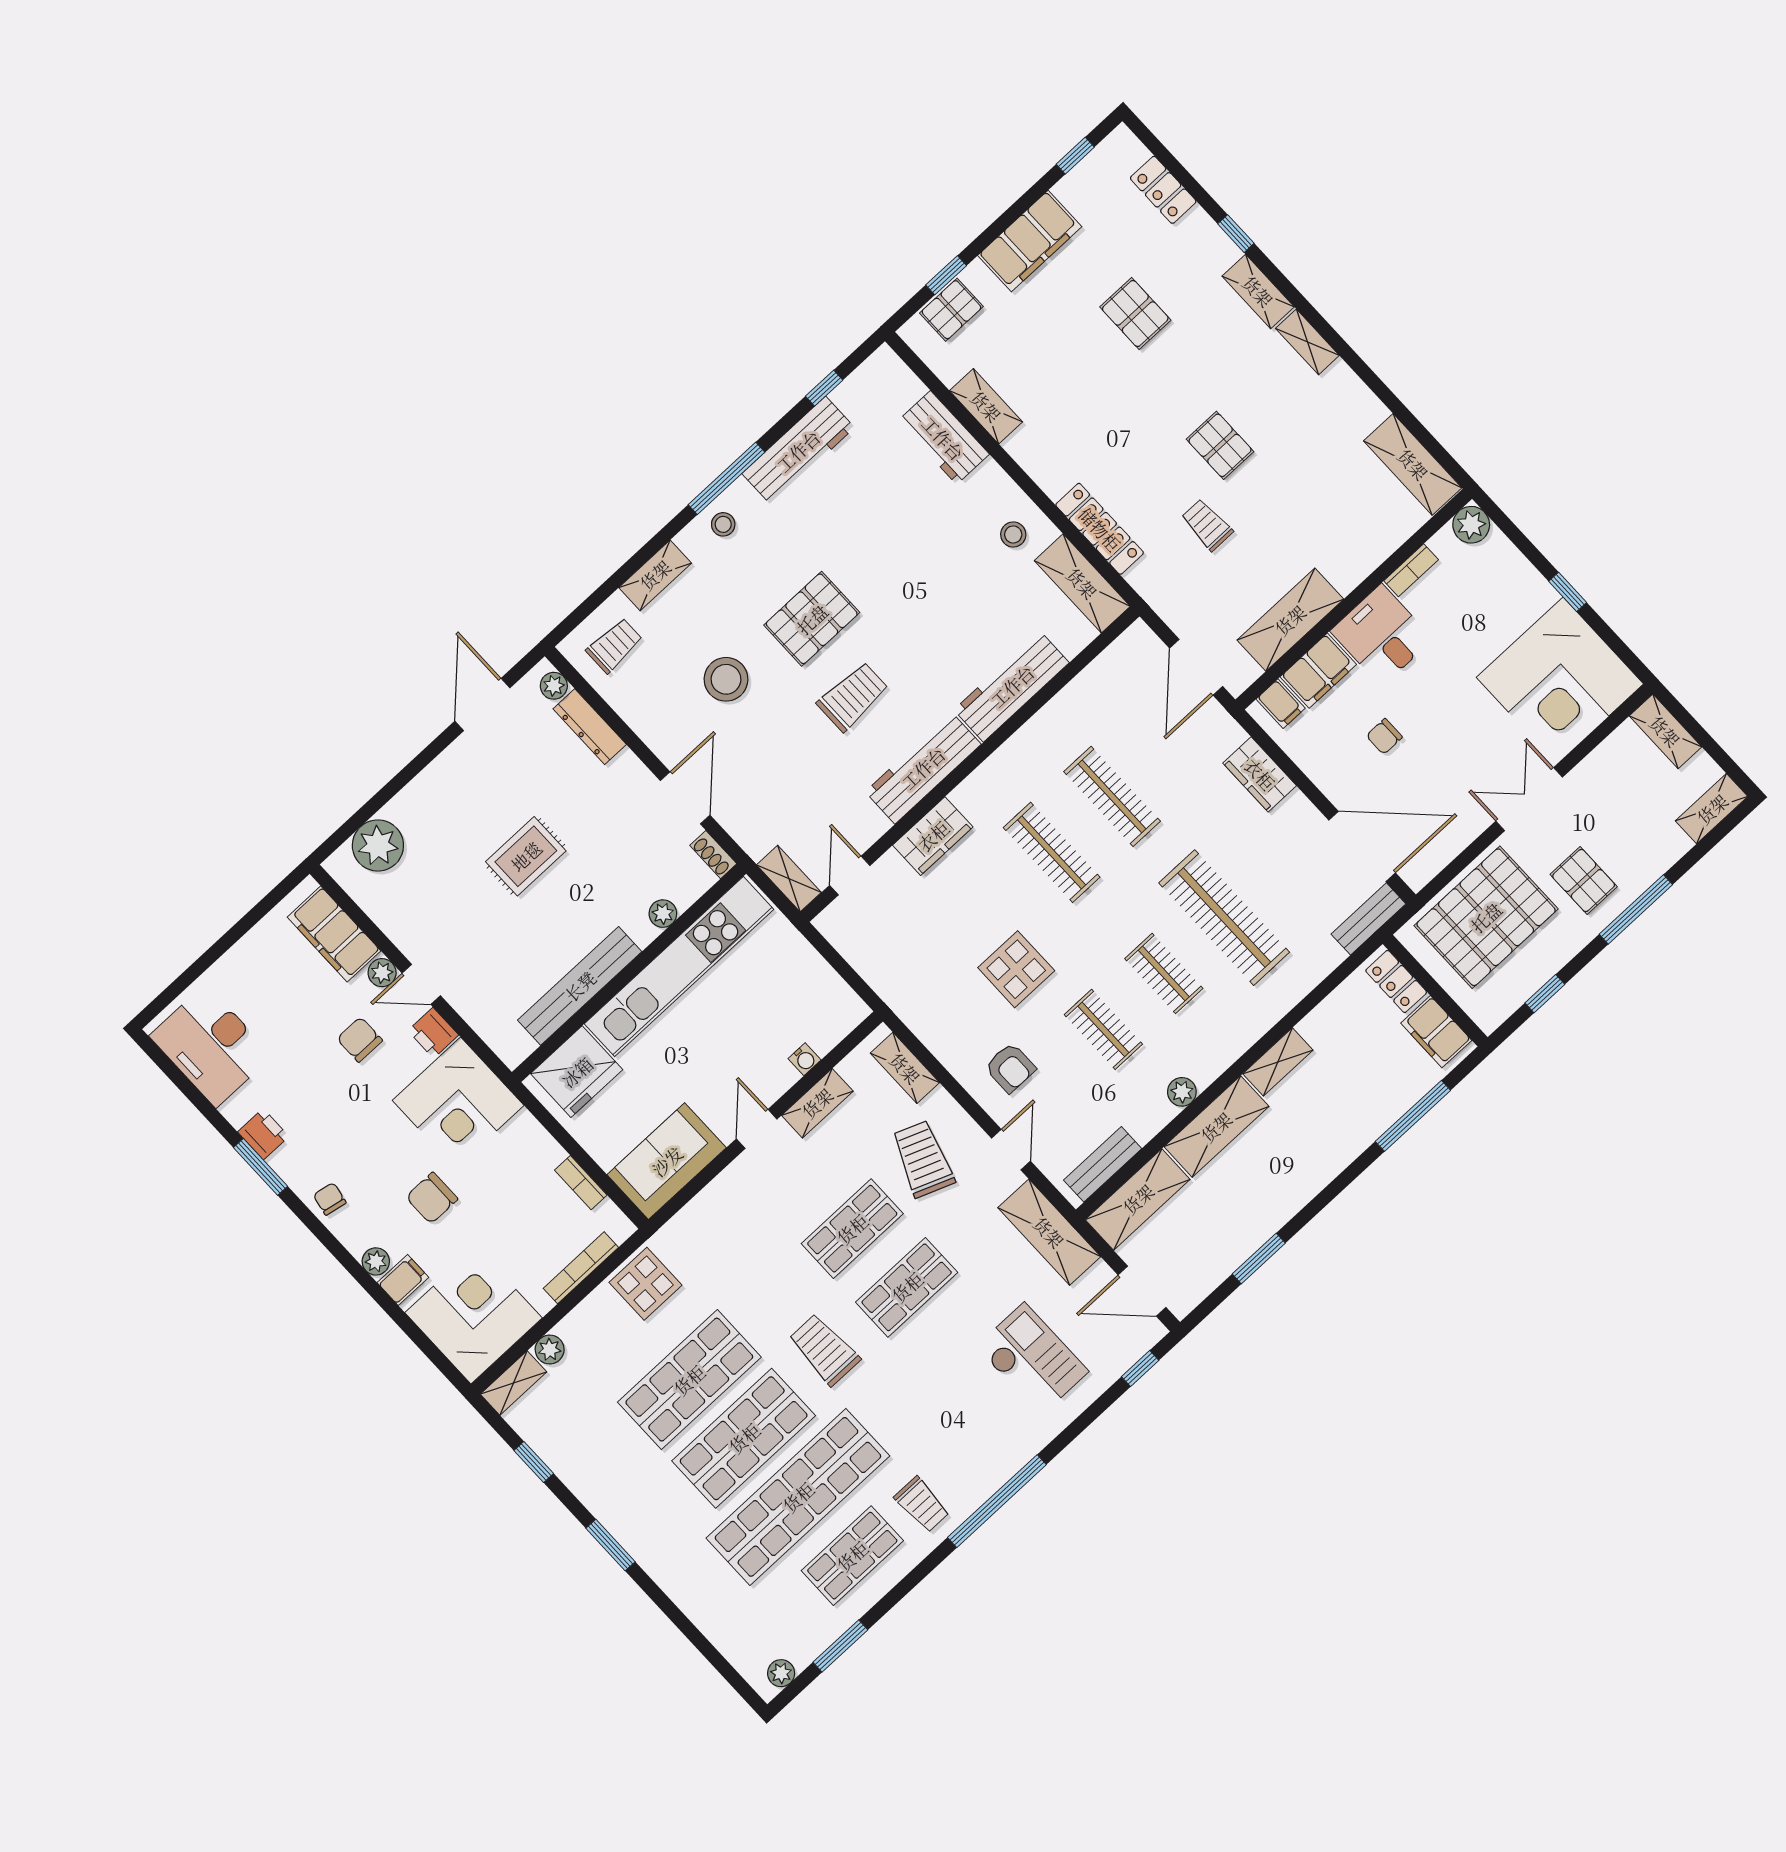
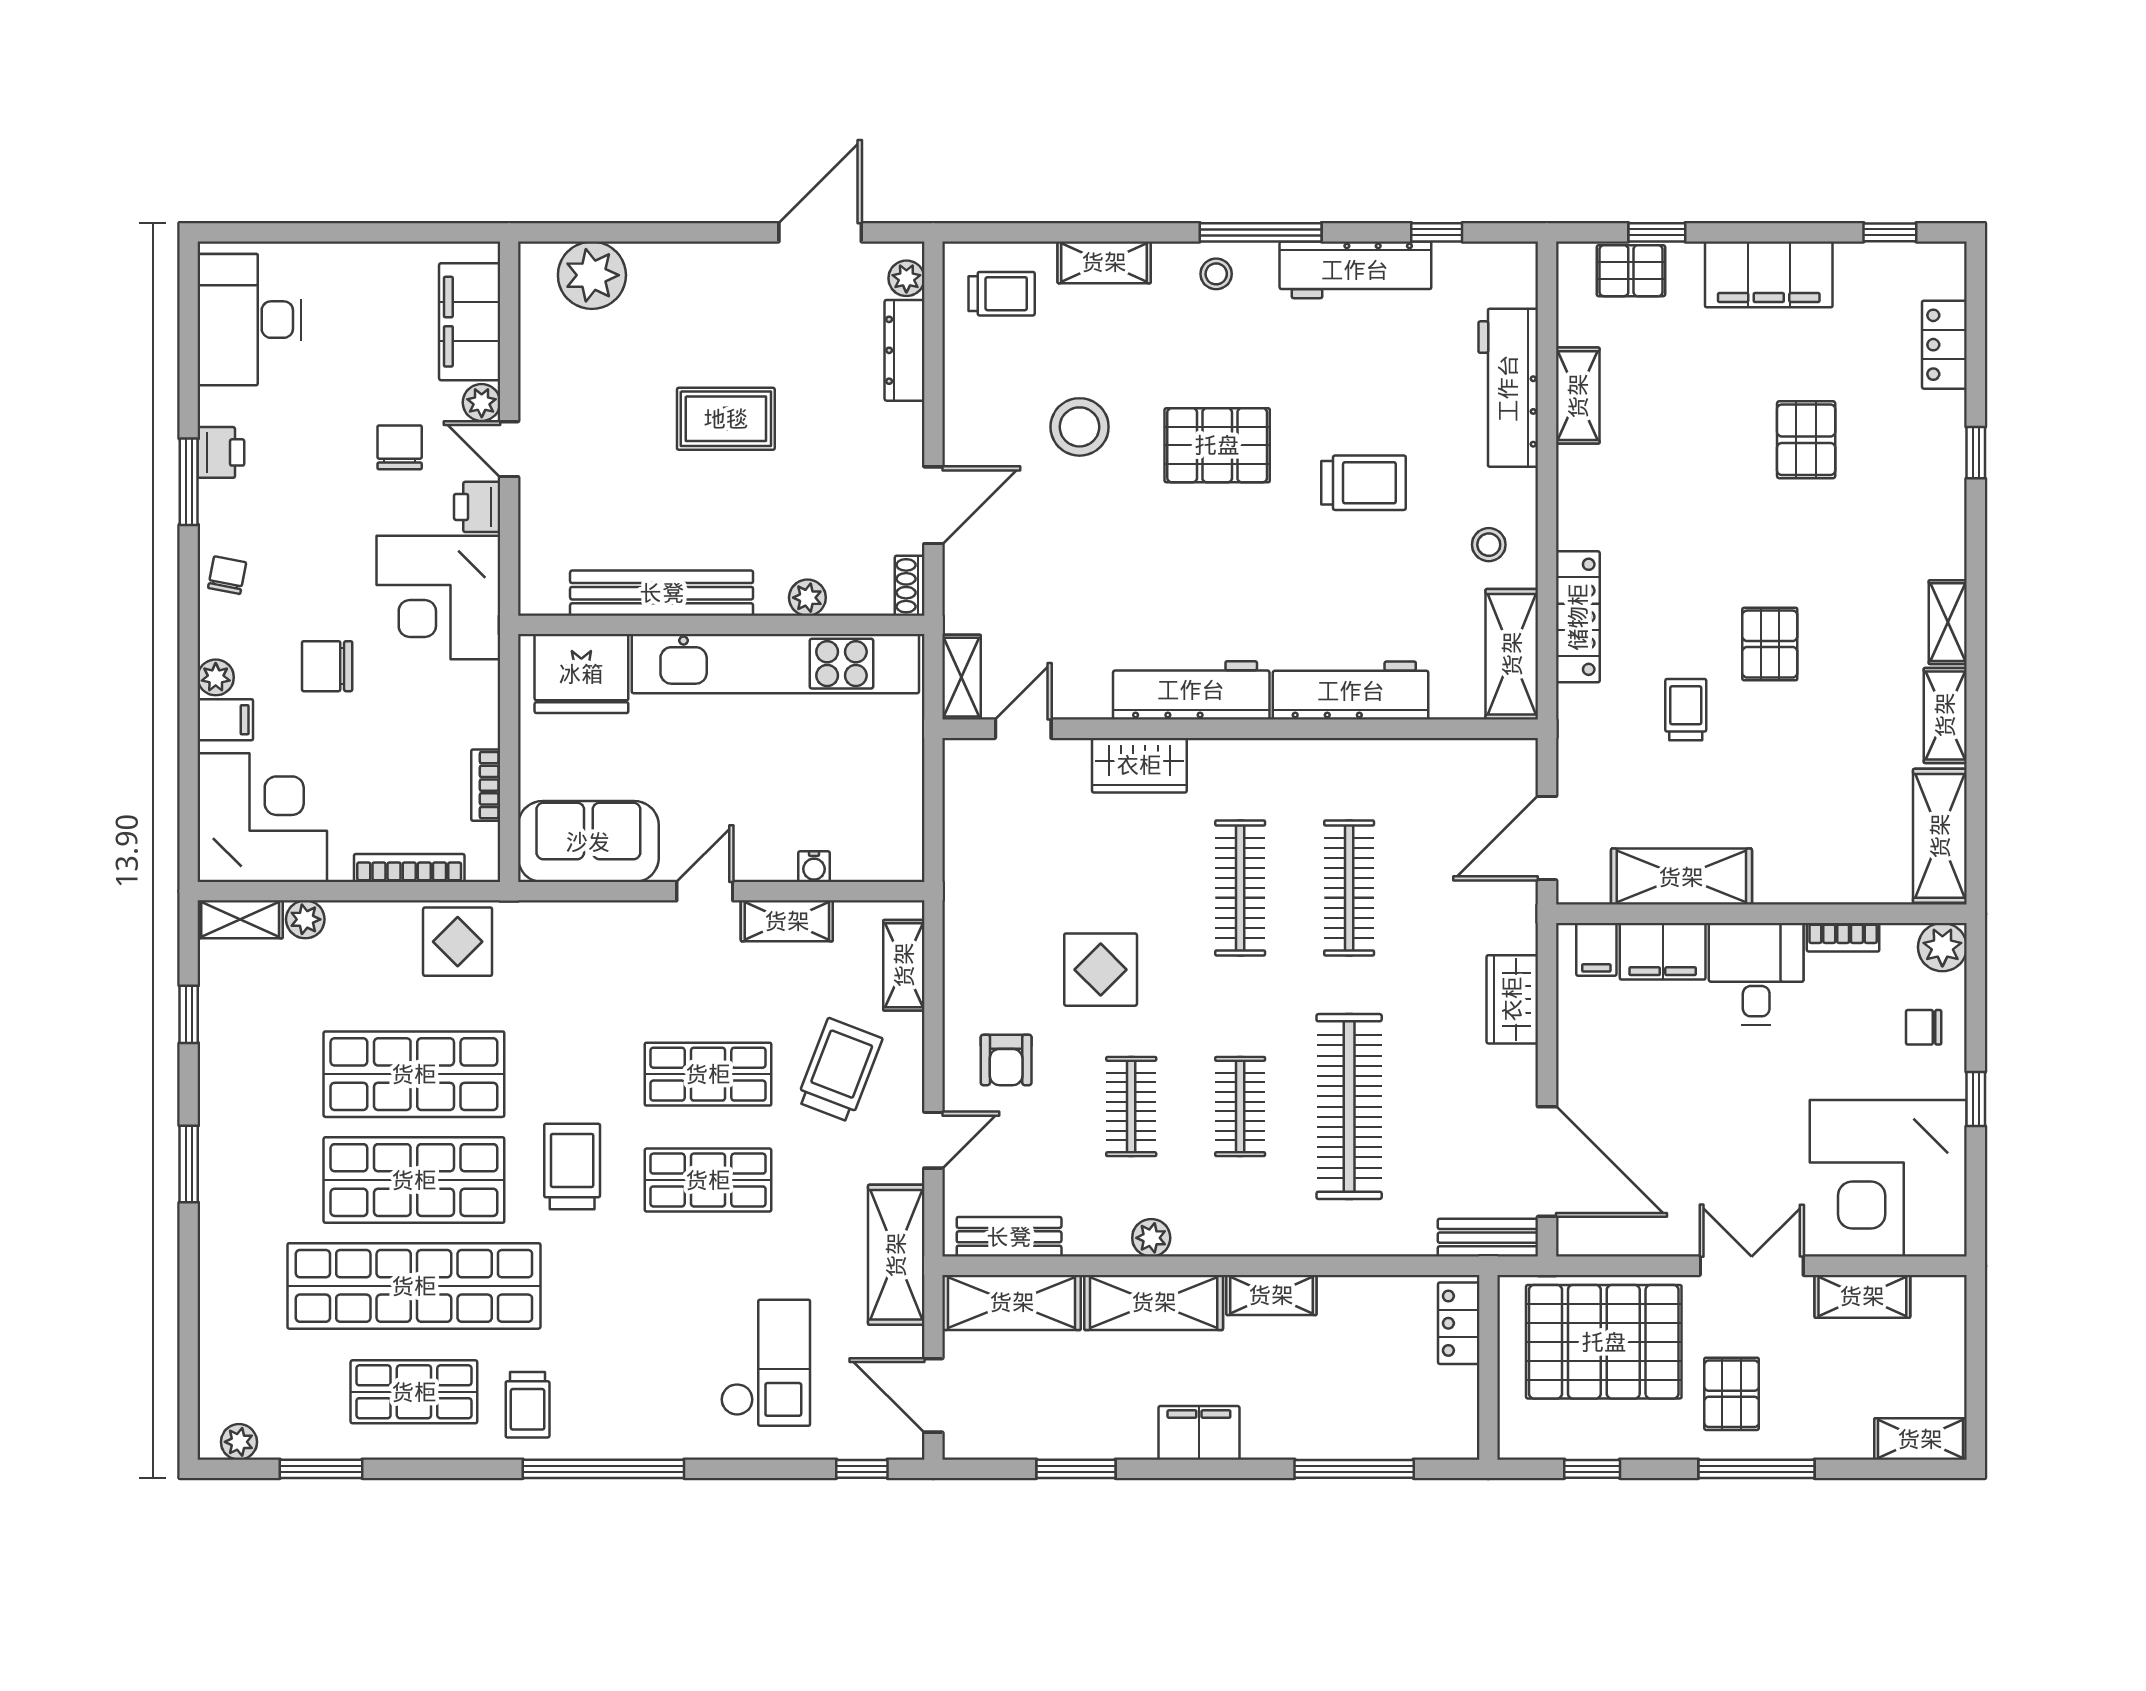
shelving: (1258, 291) -> (1945, 715), moved
workbench: (943, 438) -> (1508, 388), width x1.38
trolley: (853, 697) -> (1363, 483), moved
shelving: (1665, 731) -> (1862, 1296), moved, turned 90
chair: (1384, 736) -> (1924, 1027), moved
filing cabinet: (1436, 1032) -> (1199, 1433), moved, turned 90

